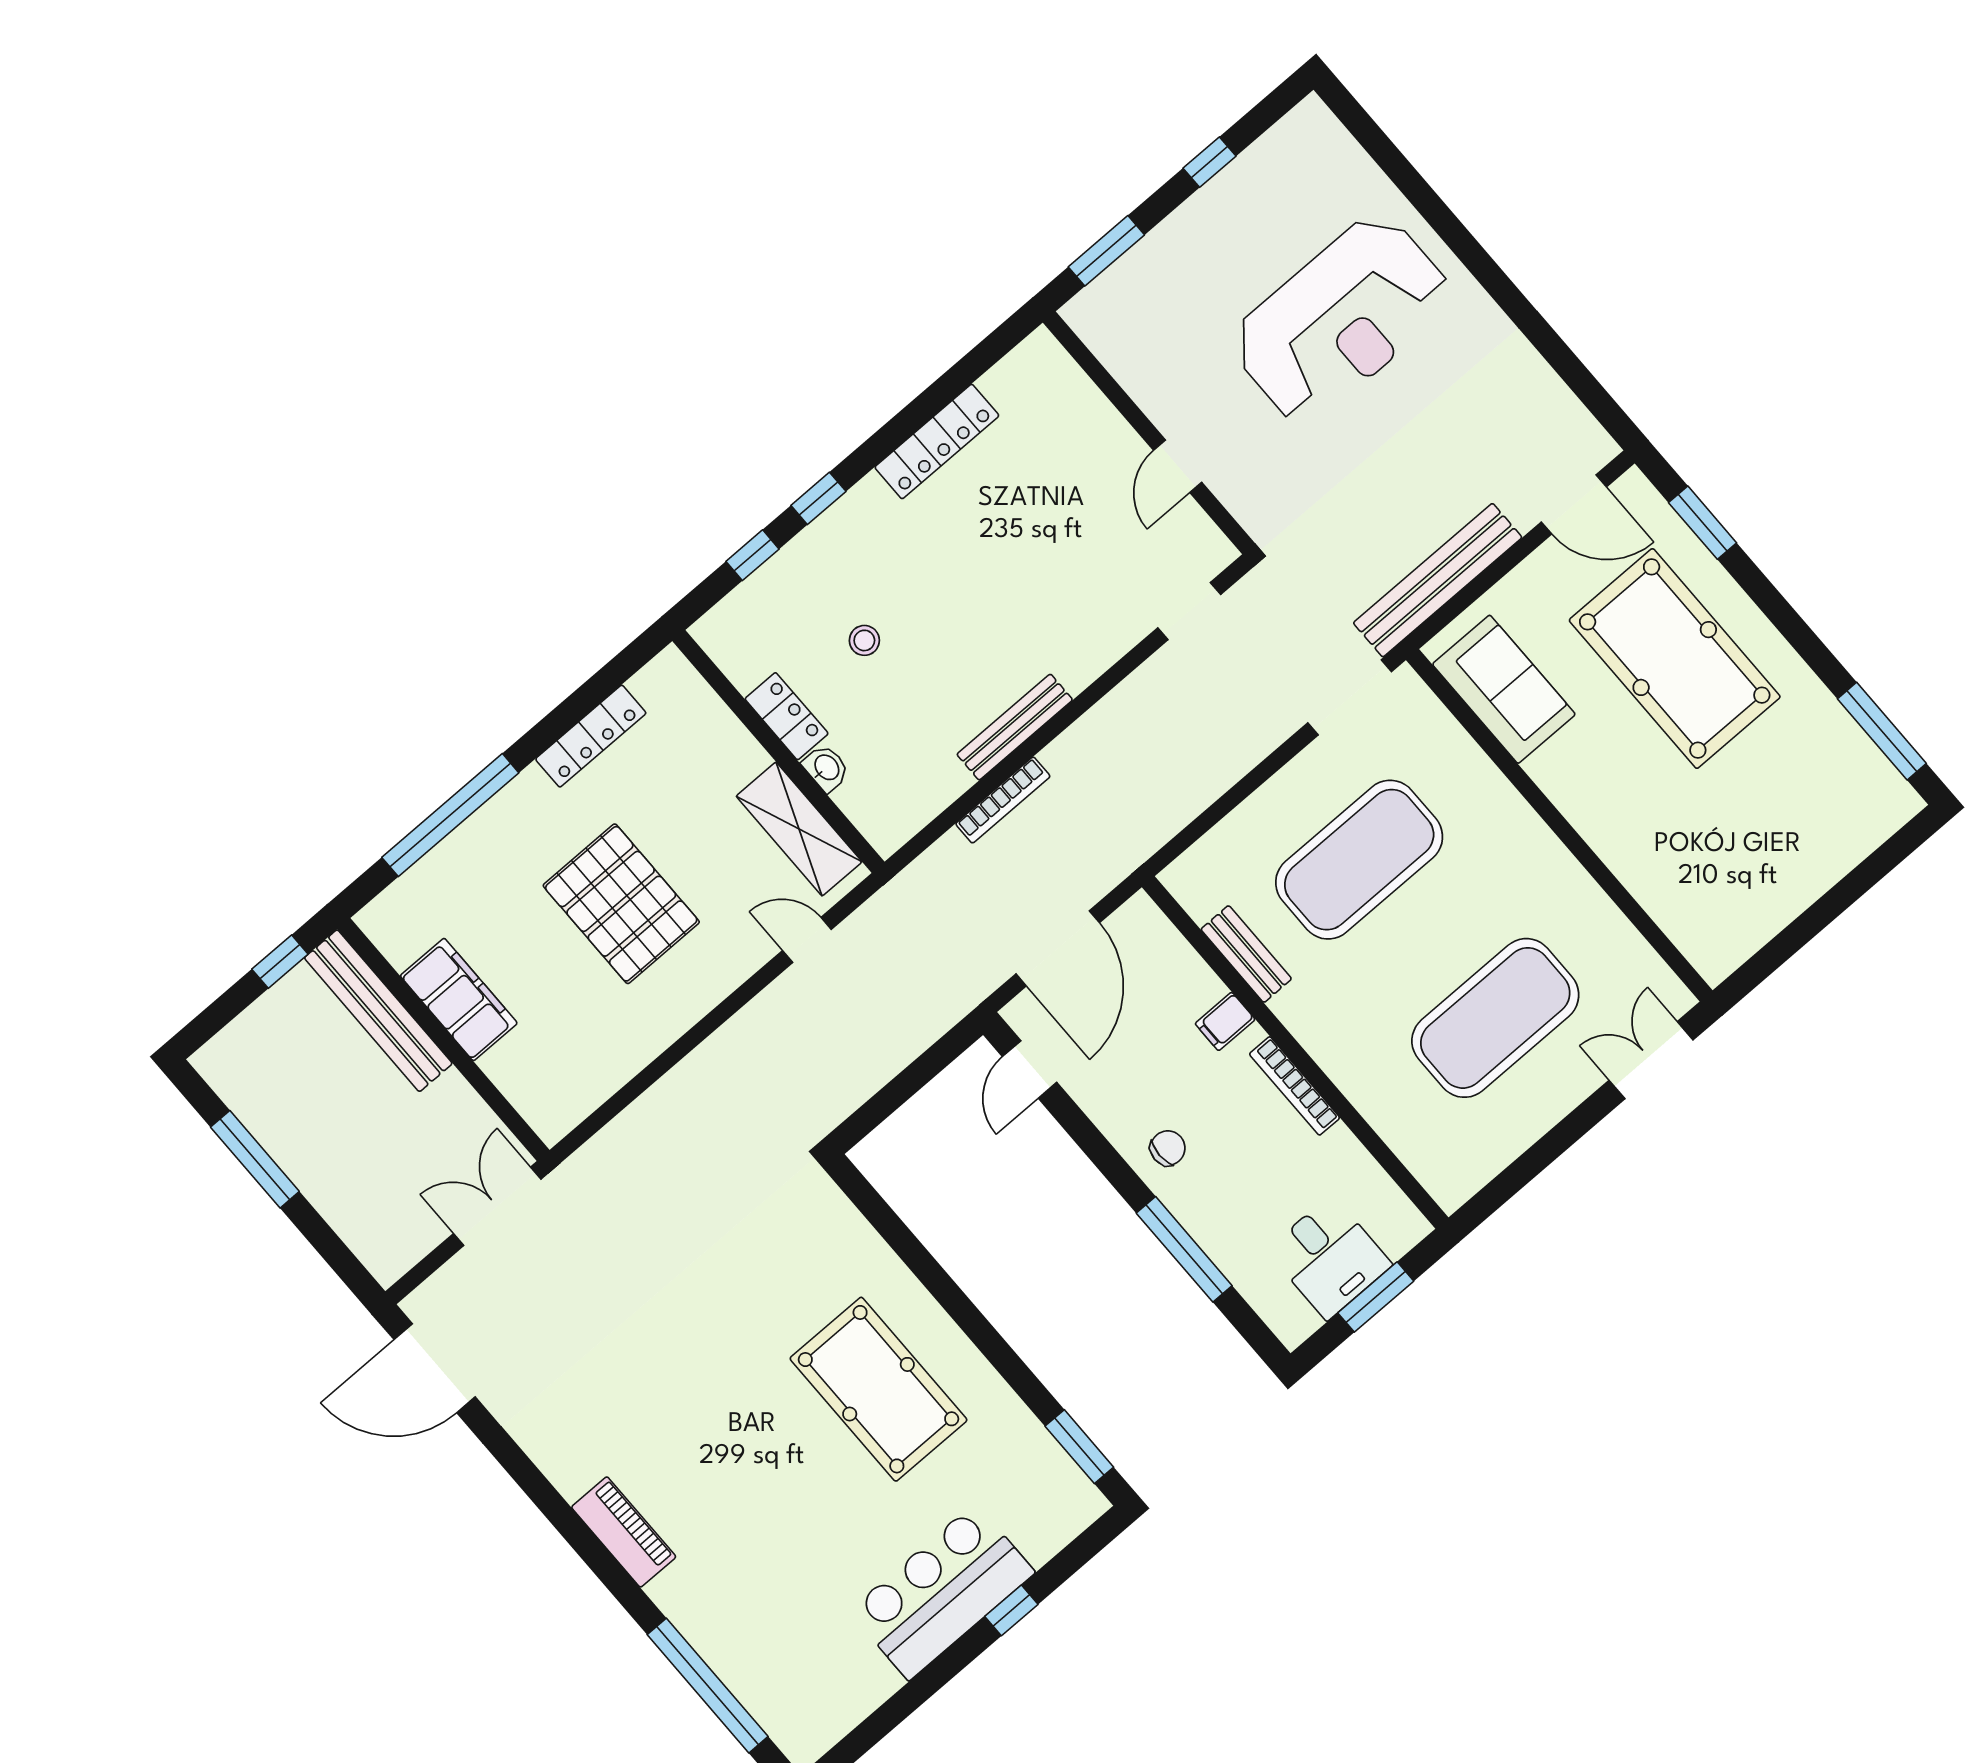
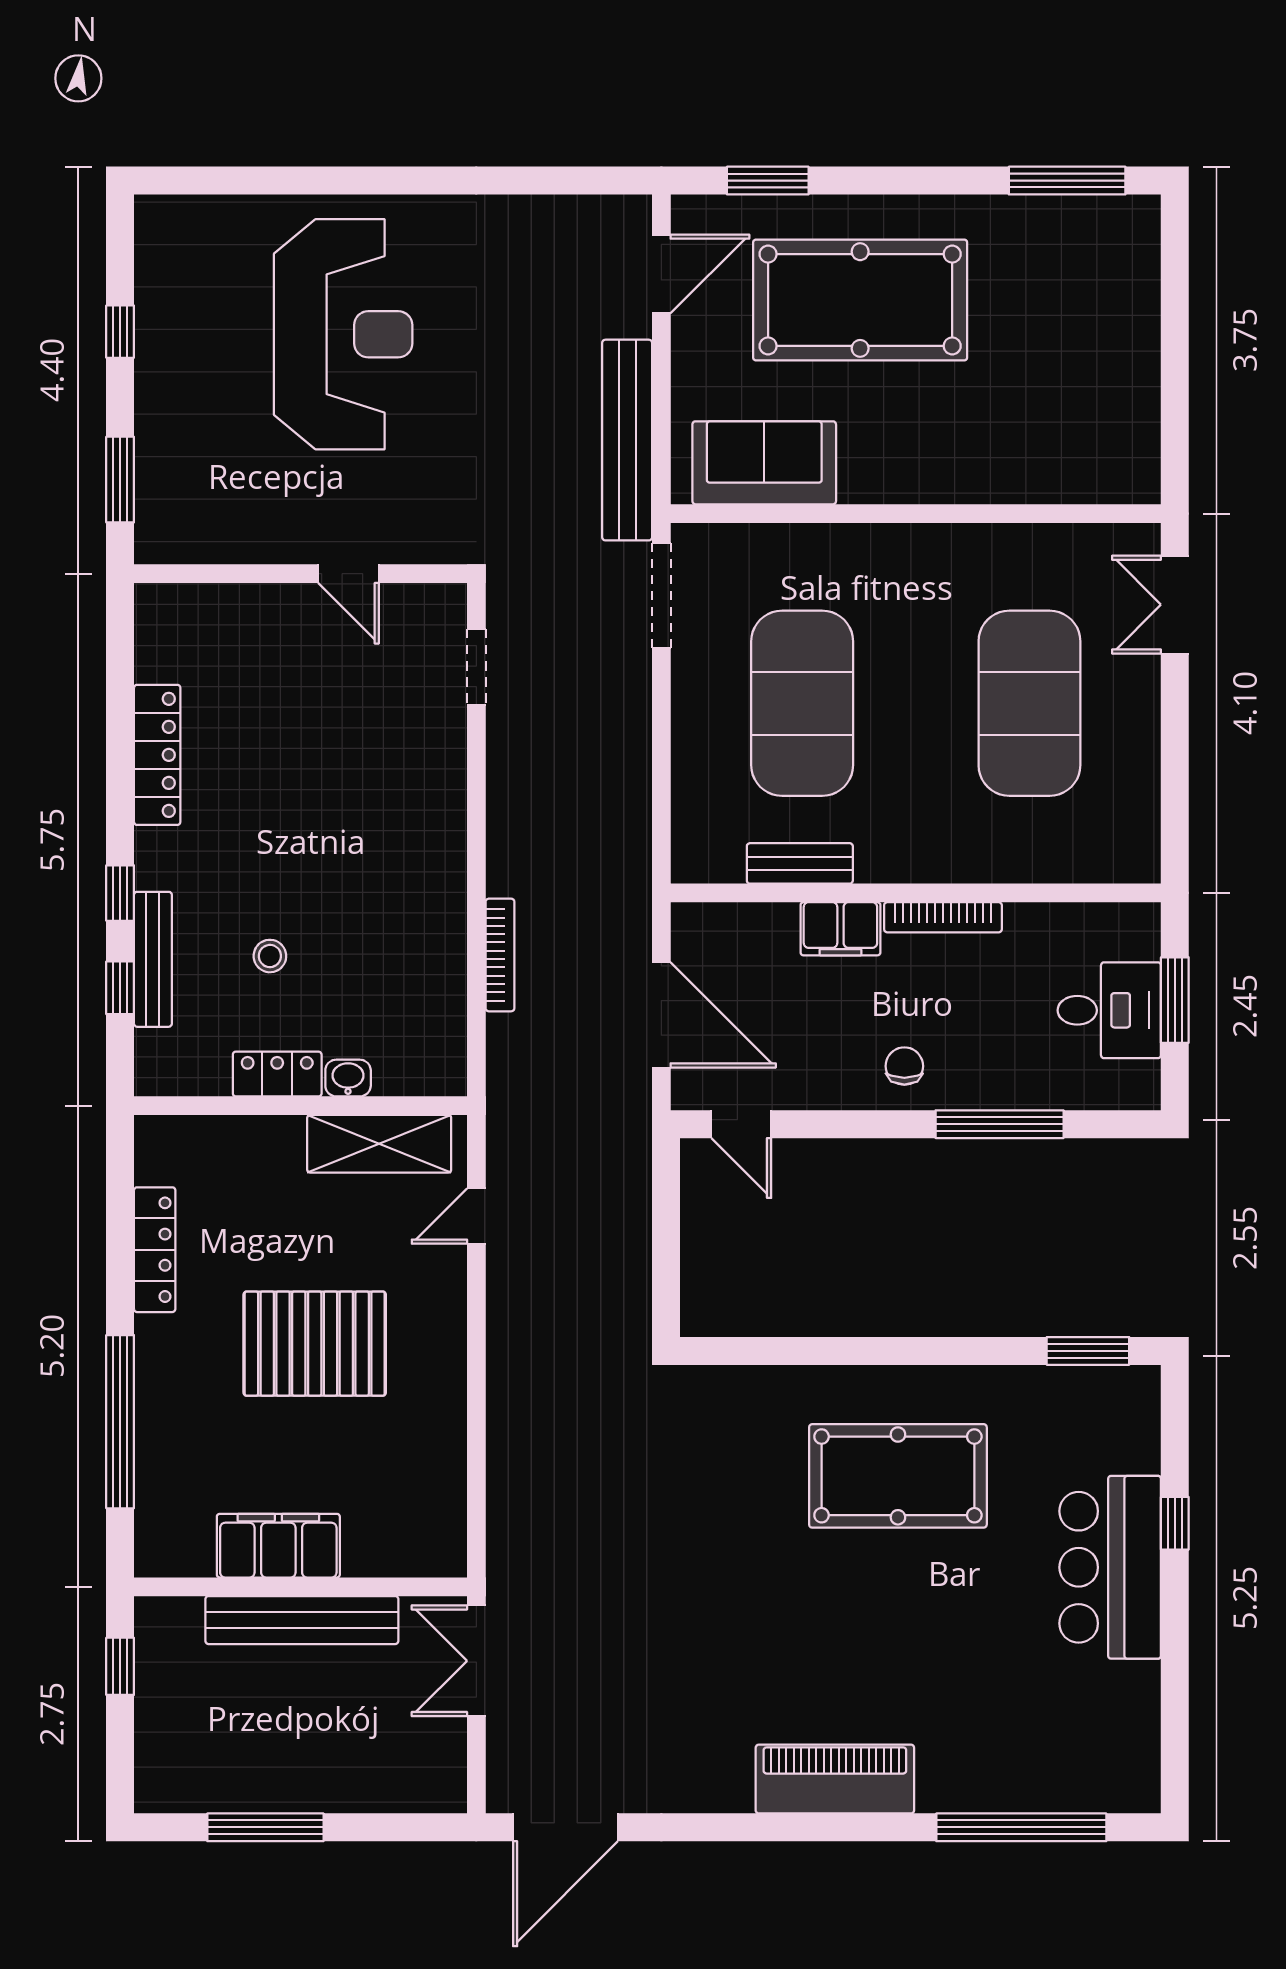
bench: (1015, 727) -> (153, 959), moved
bench: (378, 1011) -> (302, 1620), moved
filing cabinet: (1225, 1021) -> (840, 929), width x2.00
piano: (624, 1532) -> (835, 1779), width x1.37, depth x1.33

